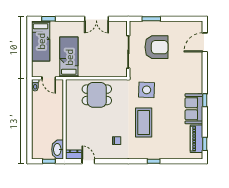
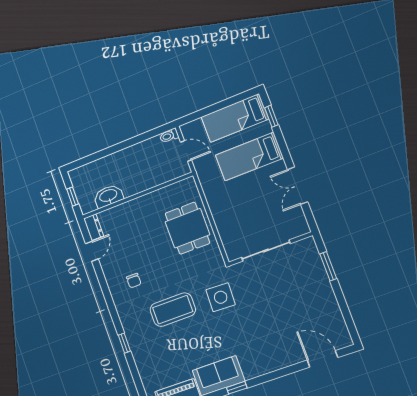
armchair: (156, 47) -> (288, 289), removed
bed: (69, 57) -> (249, 157), moved, turned 180
door: (49, 78) -> (186, 151), swing flipped
washbasin: (58, 149) -> (108, 196), moved

